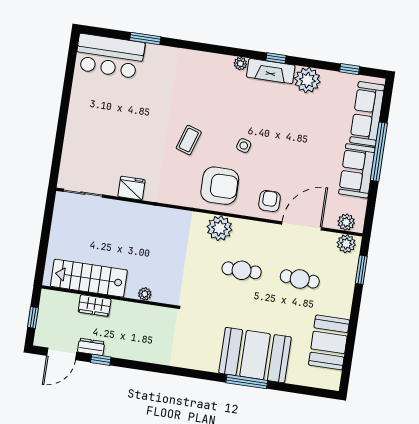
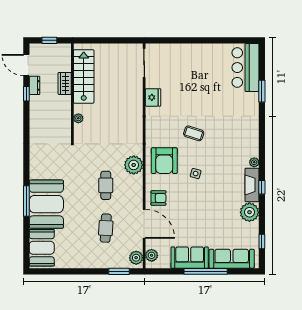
booth: (329, 342) -> (42, 248), moved, turned 90

